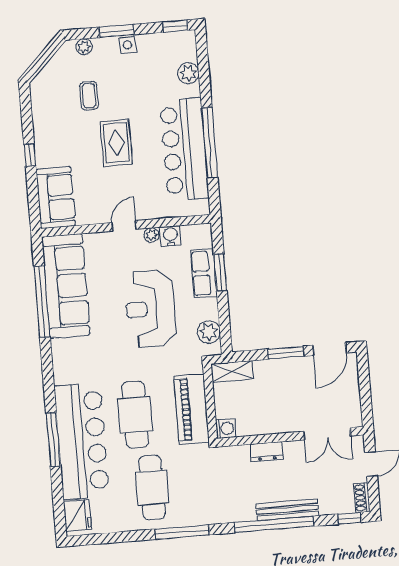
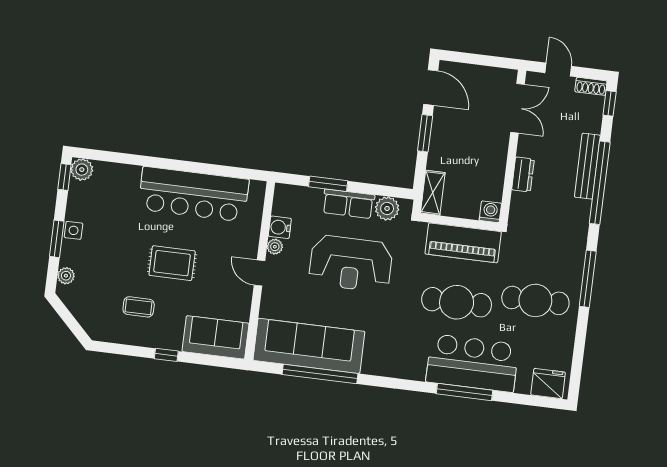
plant: (188, 73) -> (82, 170), moved
coffee table: (89, 96) -> (139, 307), moved
window: (210, 143) -> (192, 167), removed
row of seats: (204, 273) -> (348, 204), moved
bar counter: (82, 441) -> (472, 363), width x0.73

